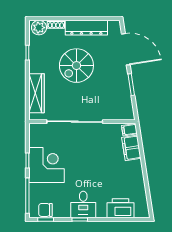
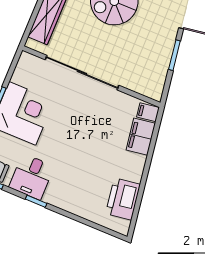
desk: (83, 205) -> (32, 177), moved
printer: (120, 208) -> (123, 199), moved, turned -99

